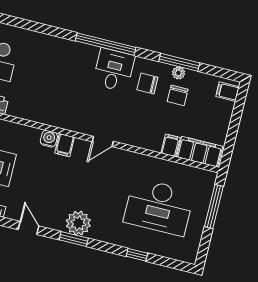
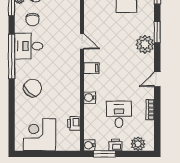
chair: (57, 61) -> (33, 88), added
water cooler: (49, 139) -> (90, 98), moved
window: (74, 239) -> (157, 32), moved

